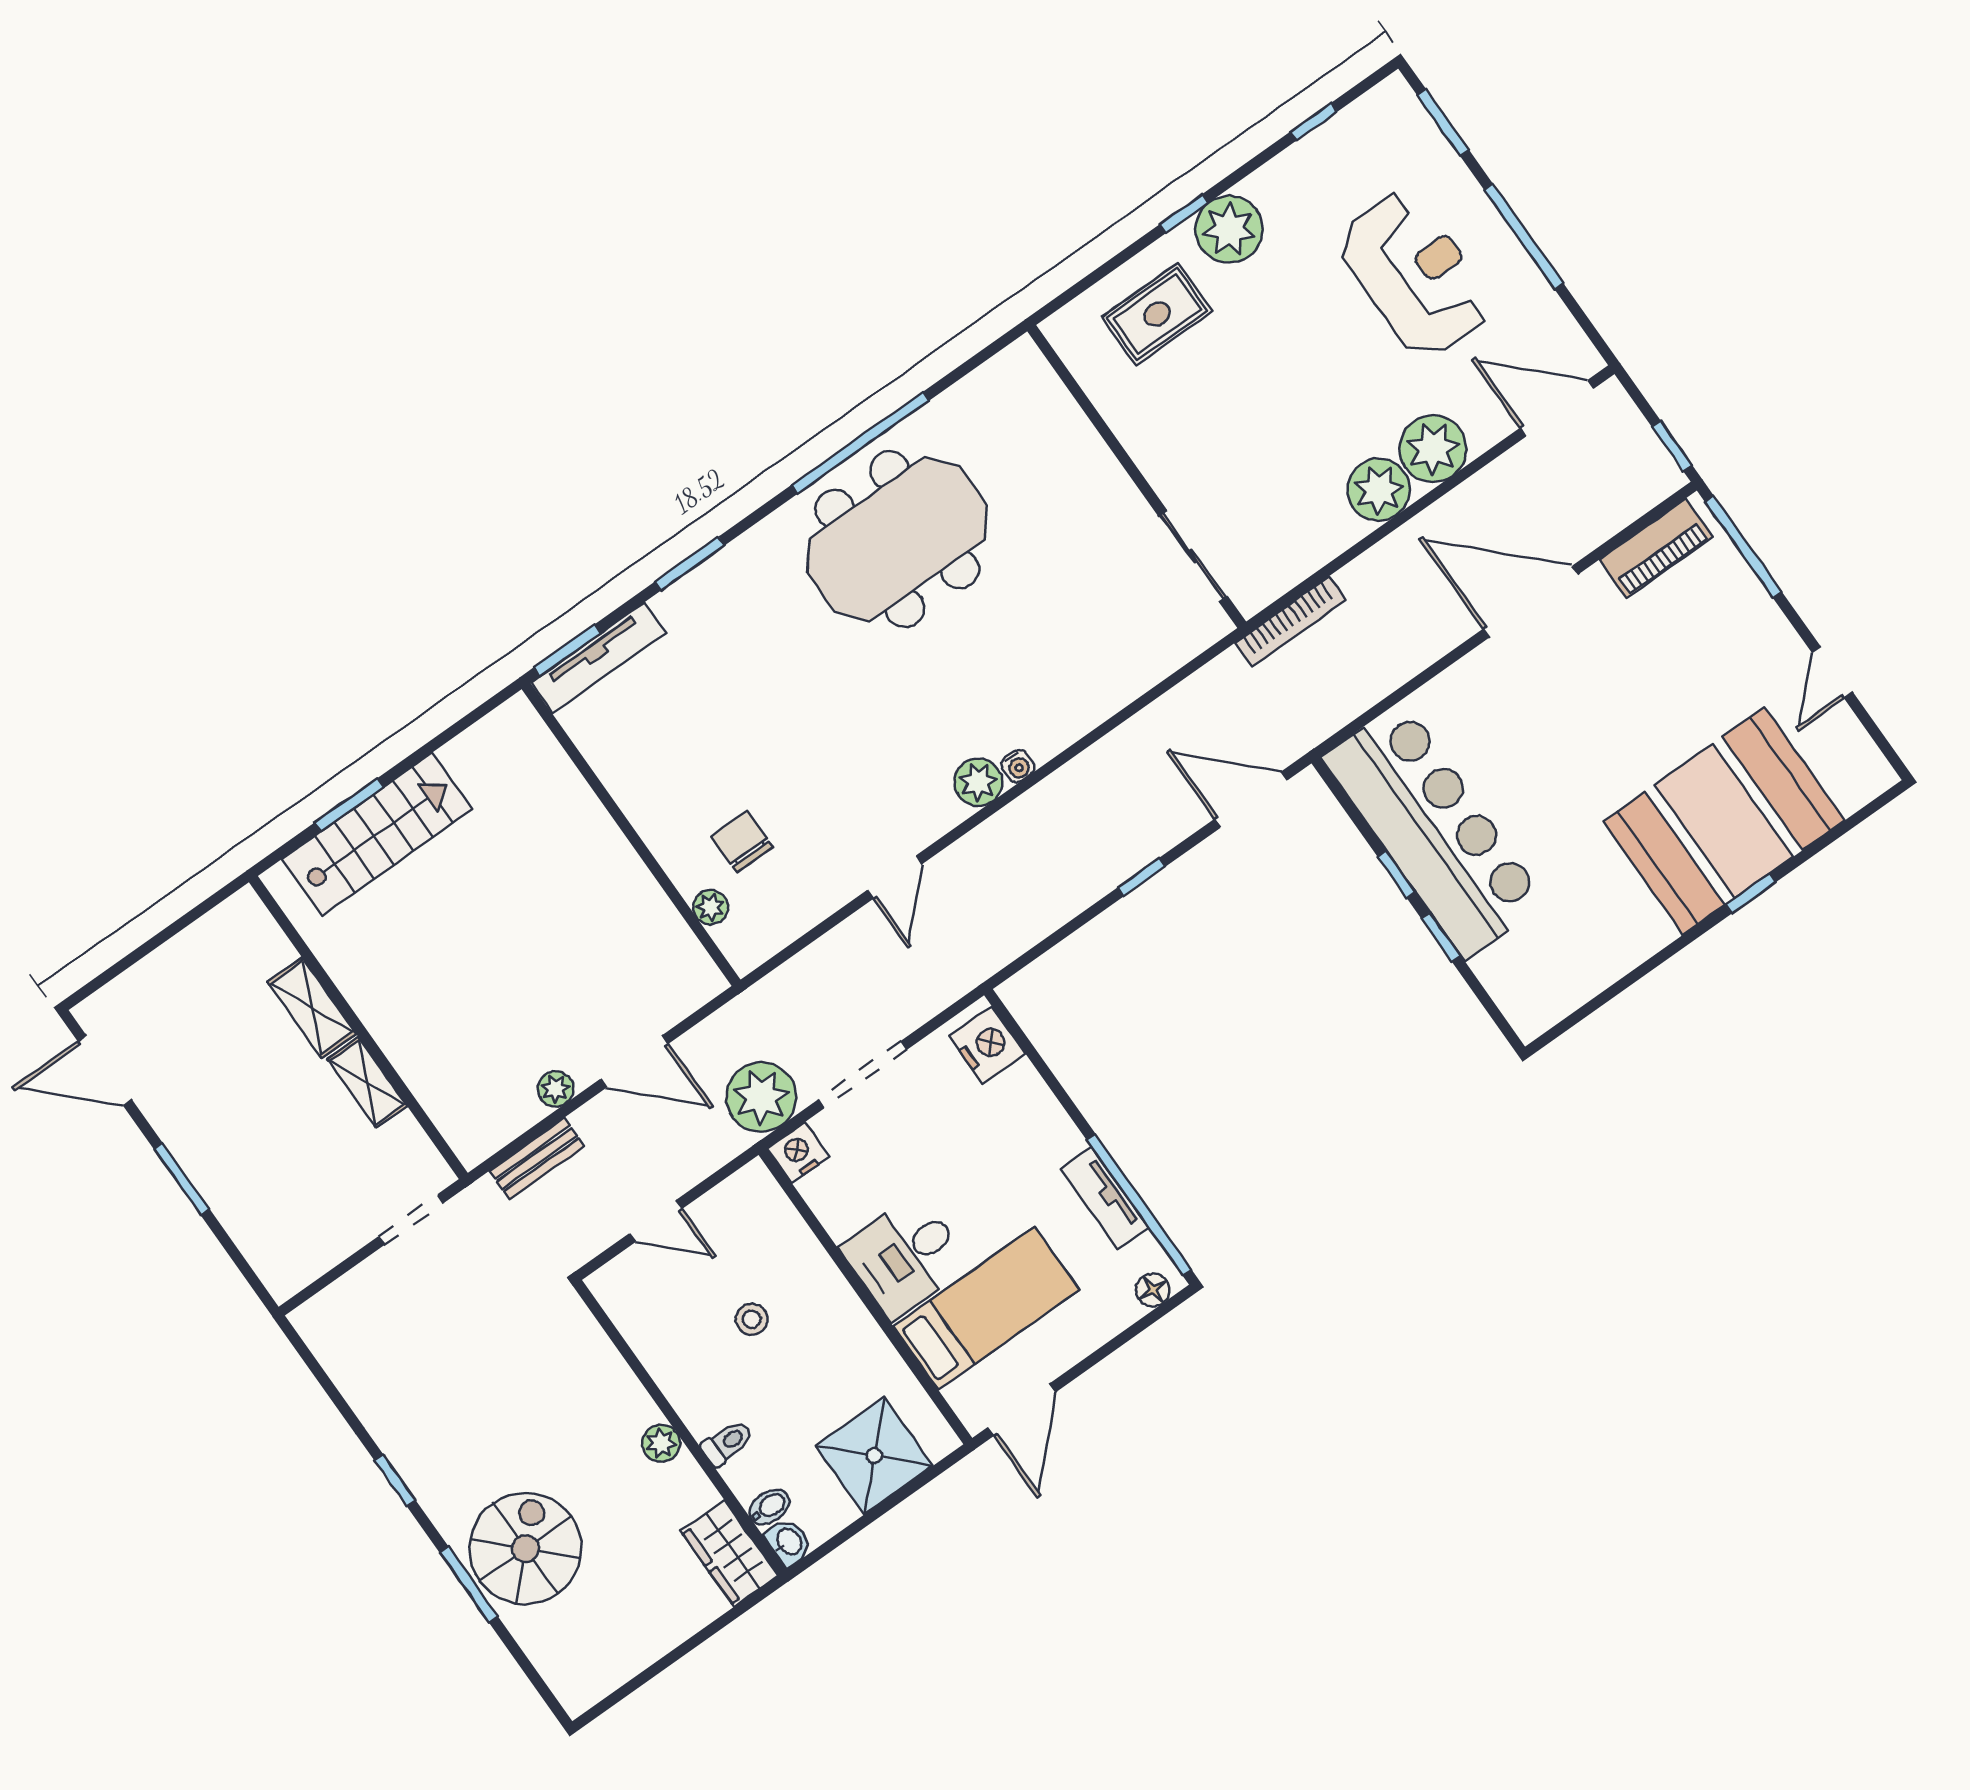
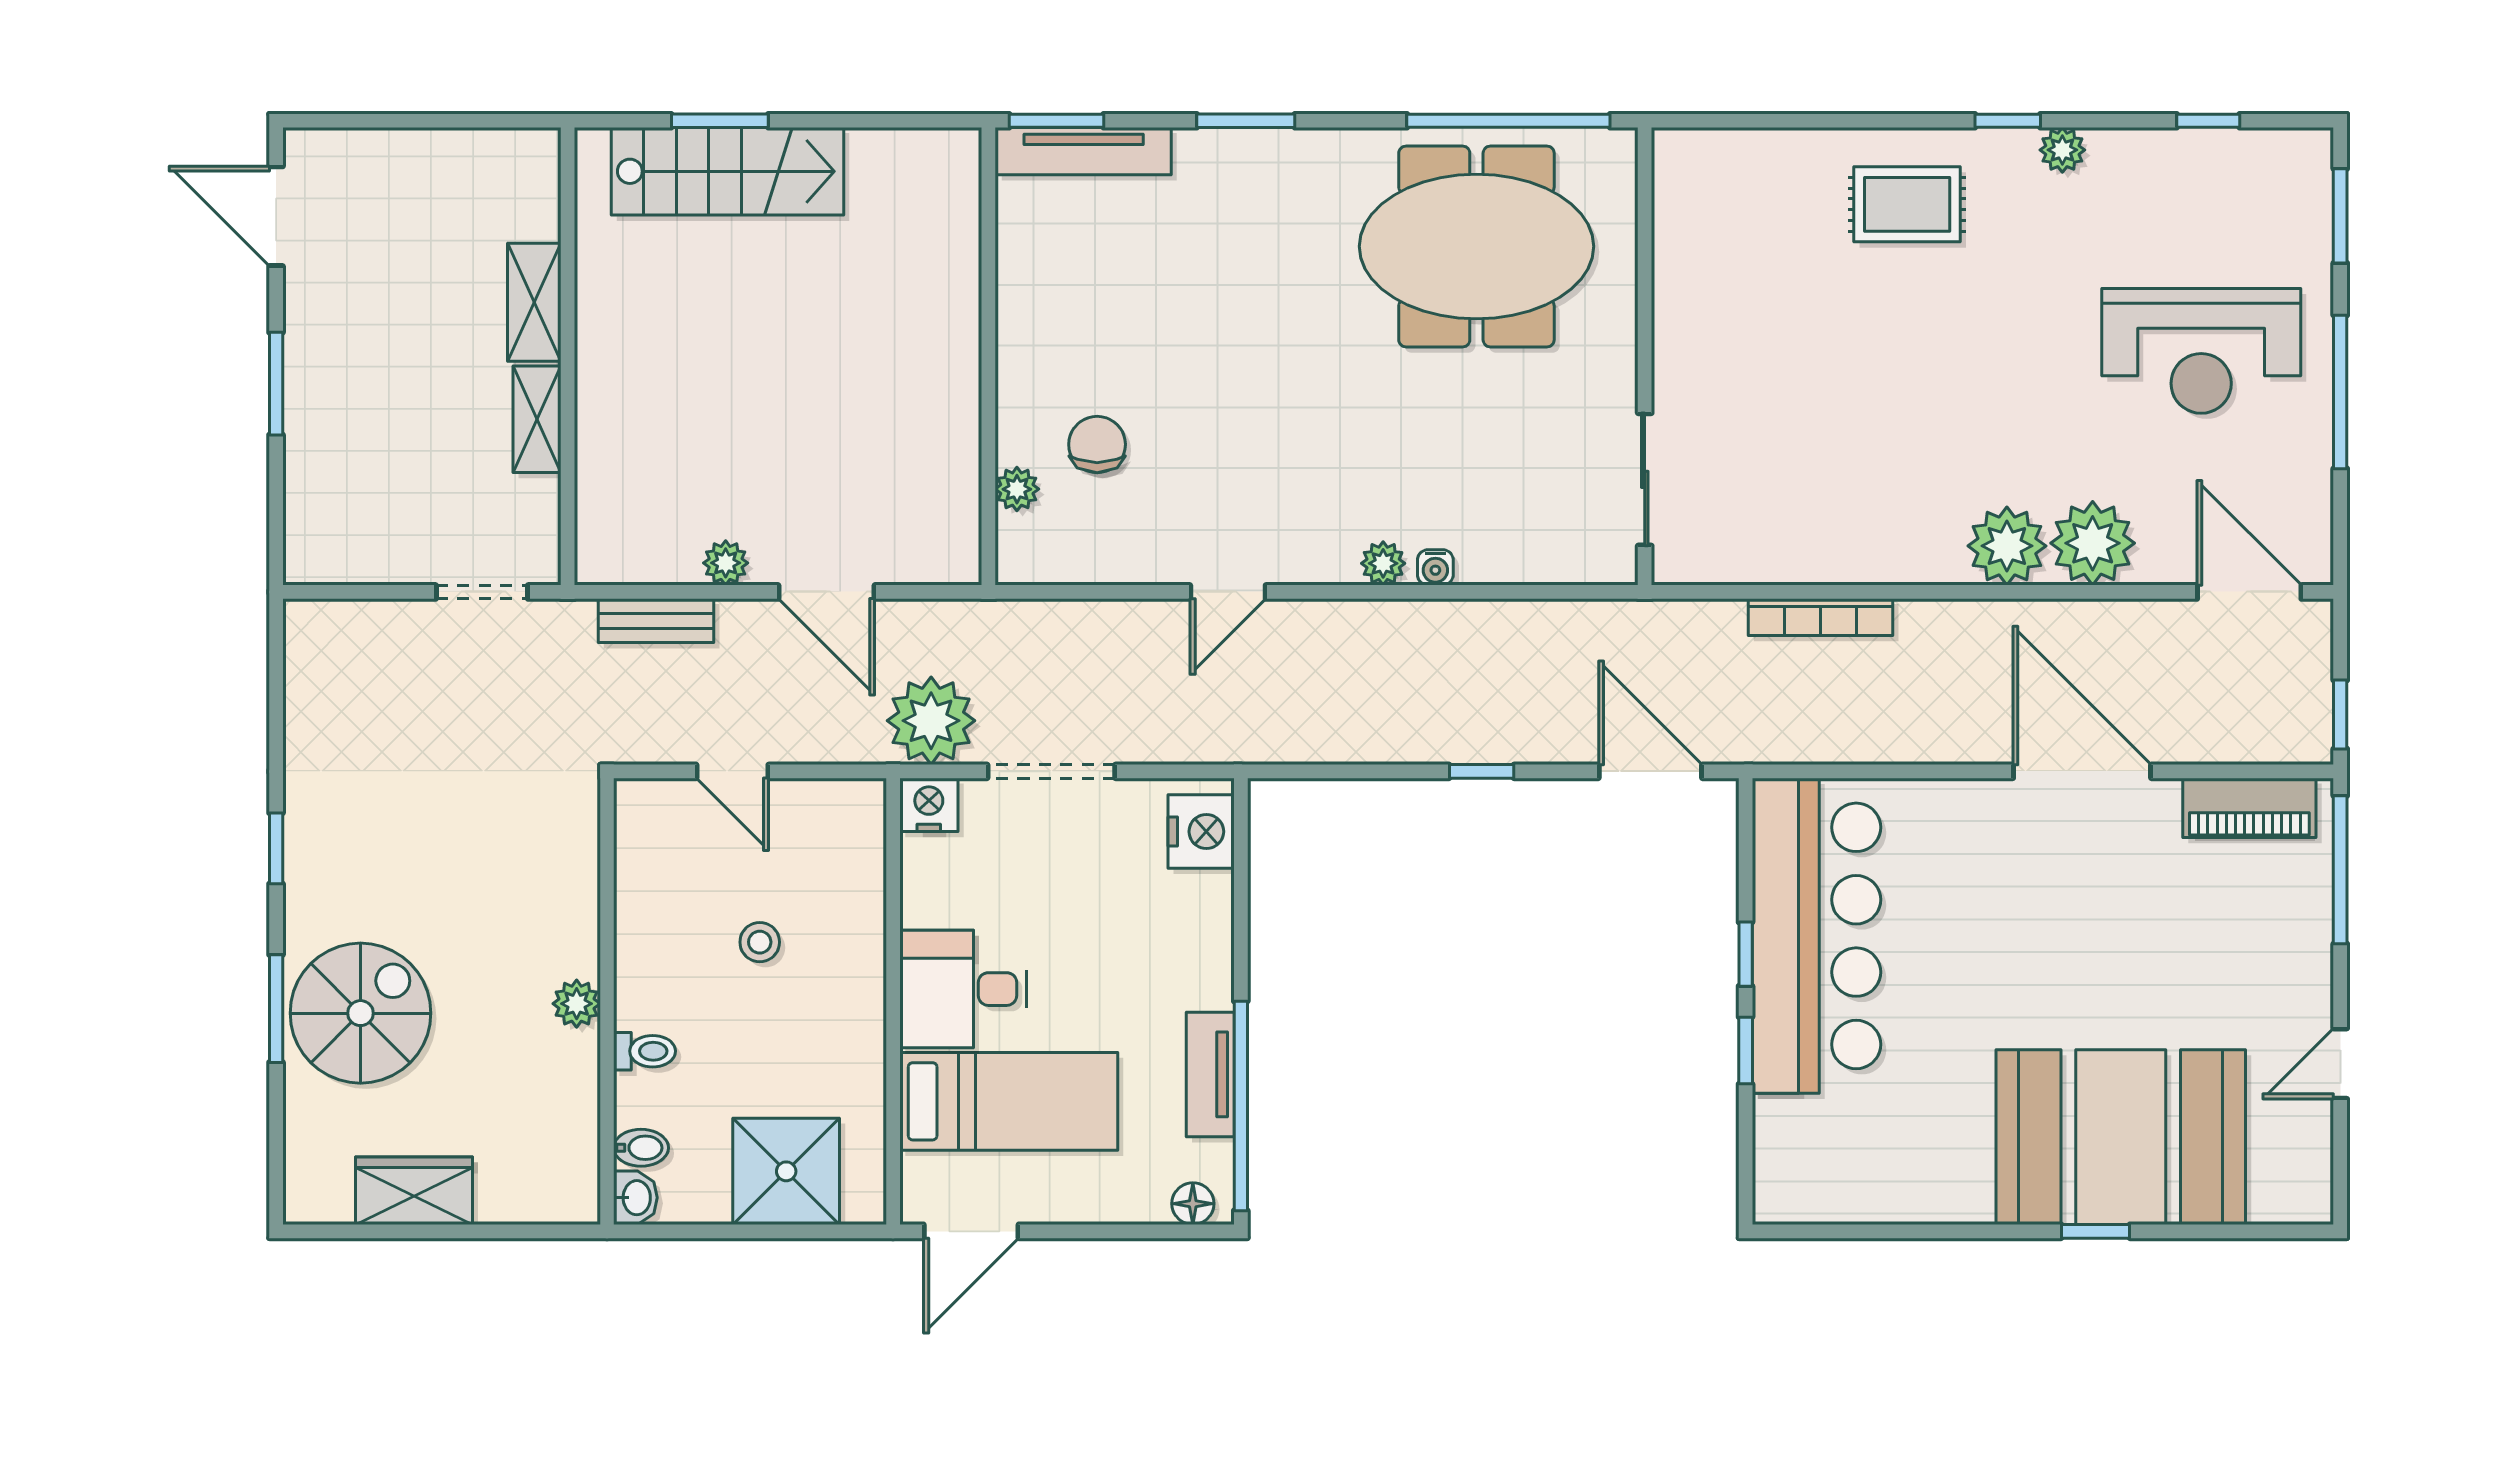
plant: (1229, 229) -> (2062, 150), width x0.53, depth x0.53
reception desk: (1415, 274) -> (2201, 351), turned 90
wall: (1137, 476) -> (1645, 356), moved
sliding door: (1193, 556) -> (1645, 479), moved
plant: (978, 782) -> (1383, 563), width x0.73, depth x0.73
wardrobe: (729, 1553) -> (414, 1191), moved, turned 90

